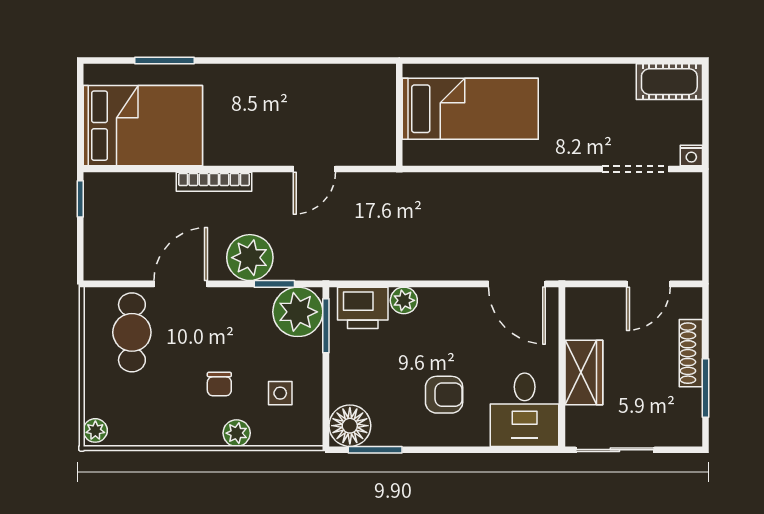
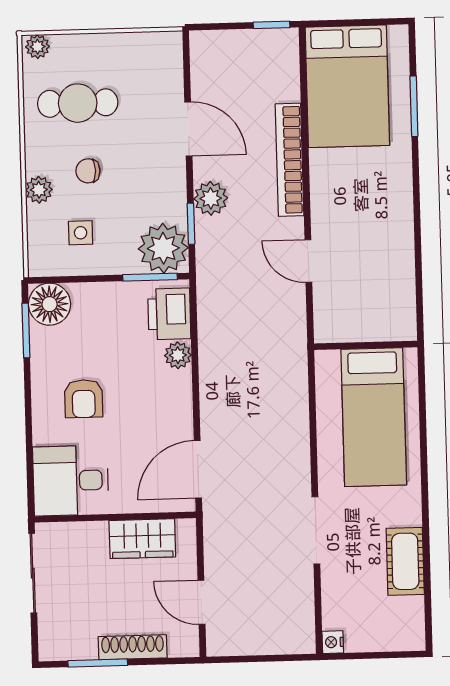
cot: (669, 82) -> (405, 561), moved
doorway: (635, 169) -> (316, 530), moved
bookcase: (214, 182) -> (290, 160), width x1.48, depth x1.31
plant: (250, 258) -> (211, 198), width x0.73, depth x0.73
cafe table: (132, 332) -> (78, 103), moved
wardrobe: (584, 372) -> (142, 539), moved

